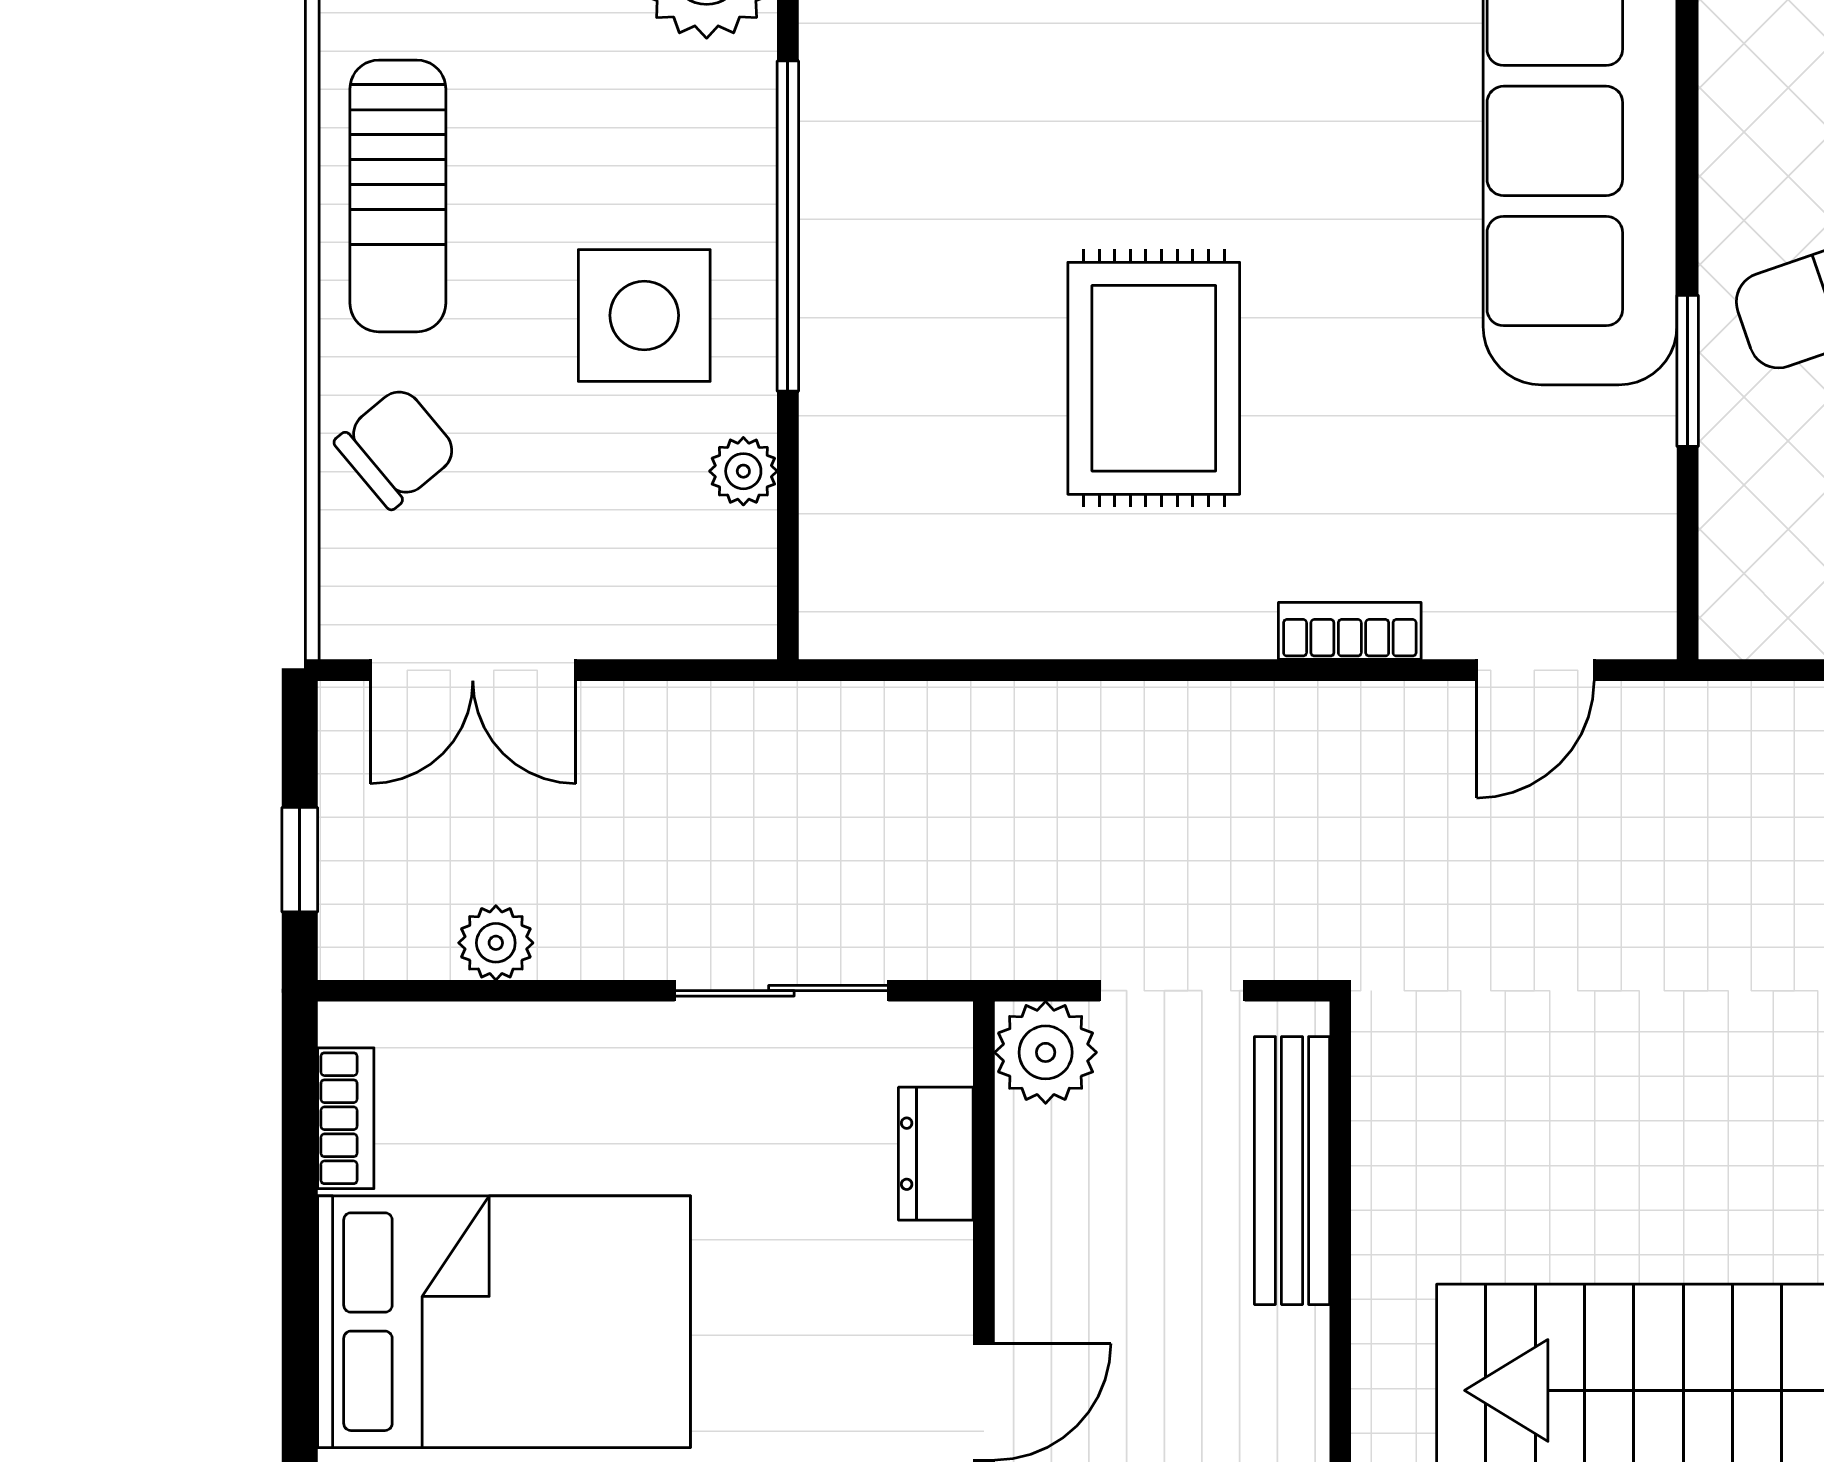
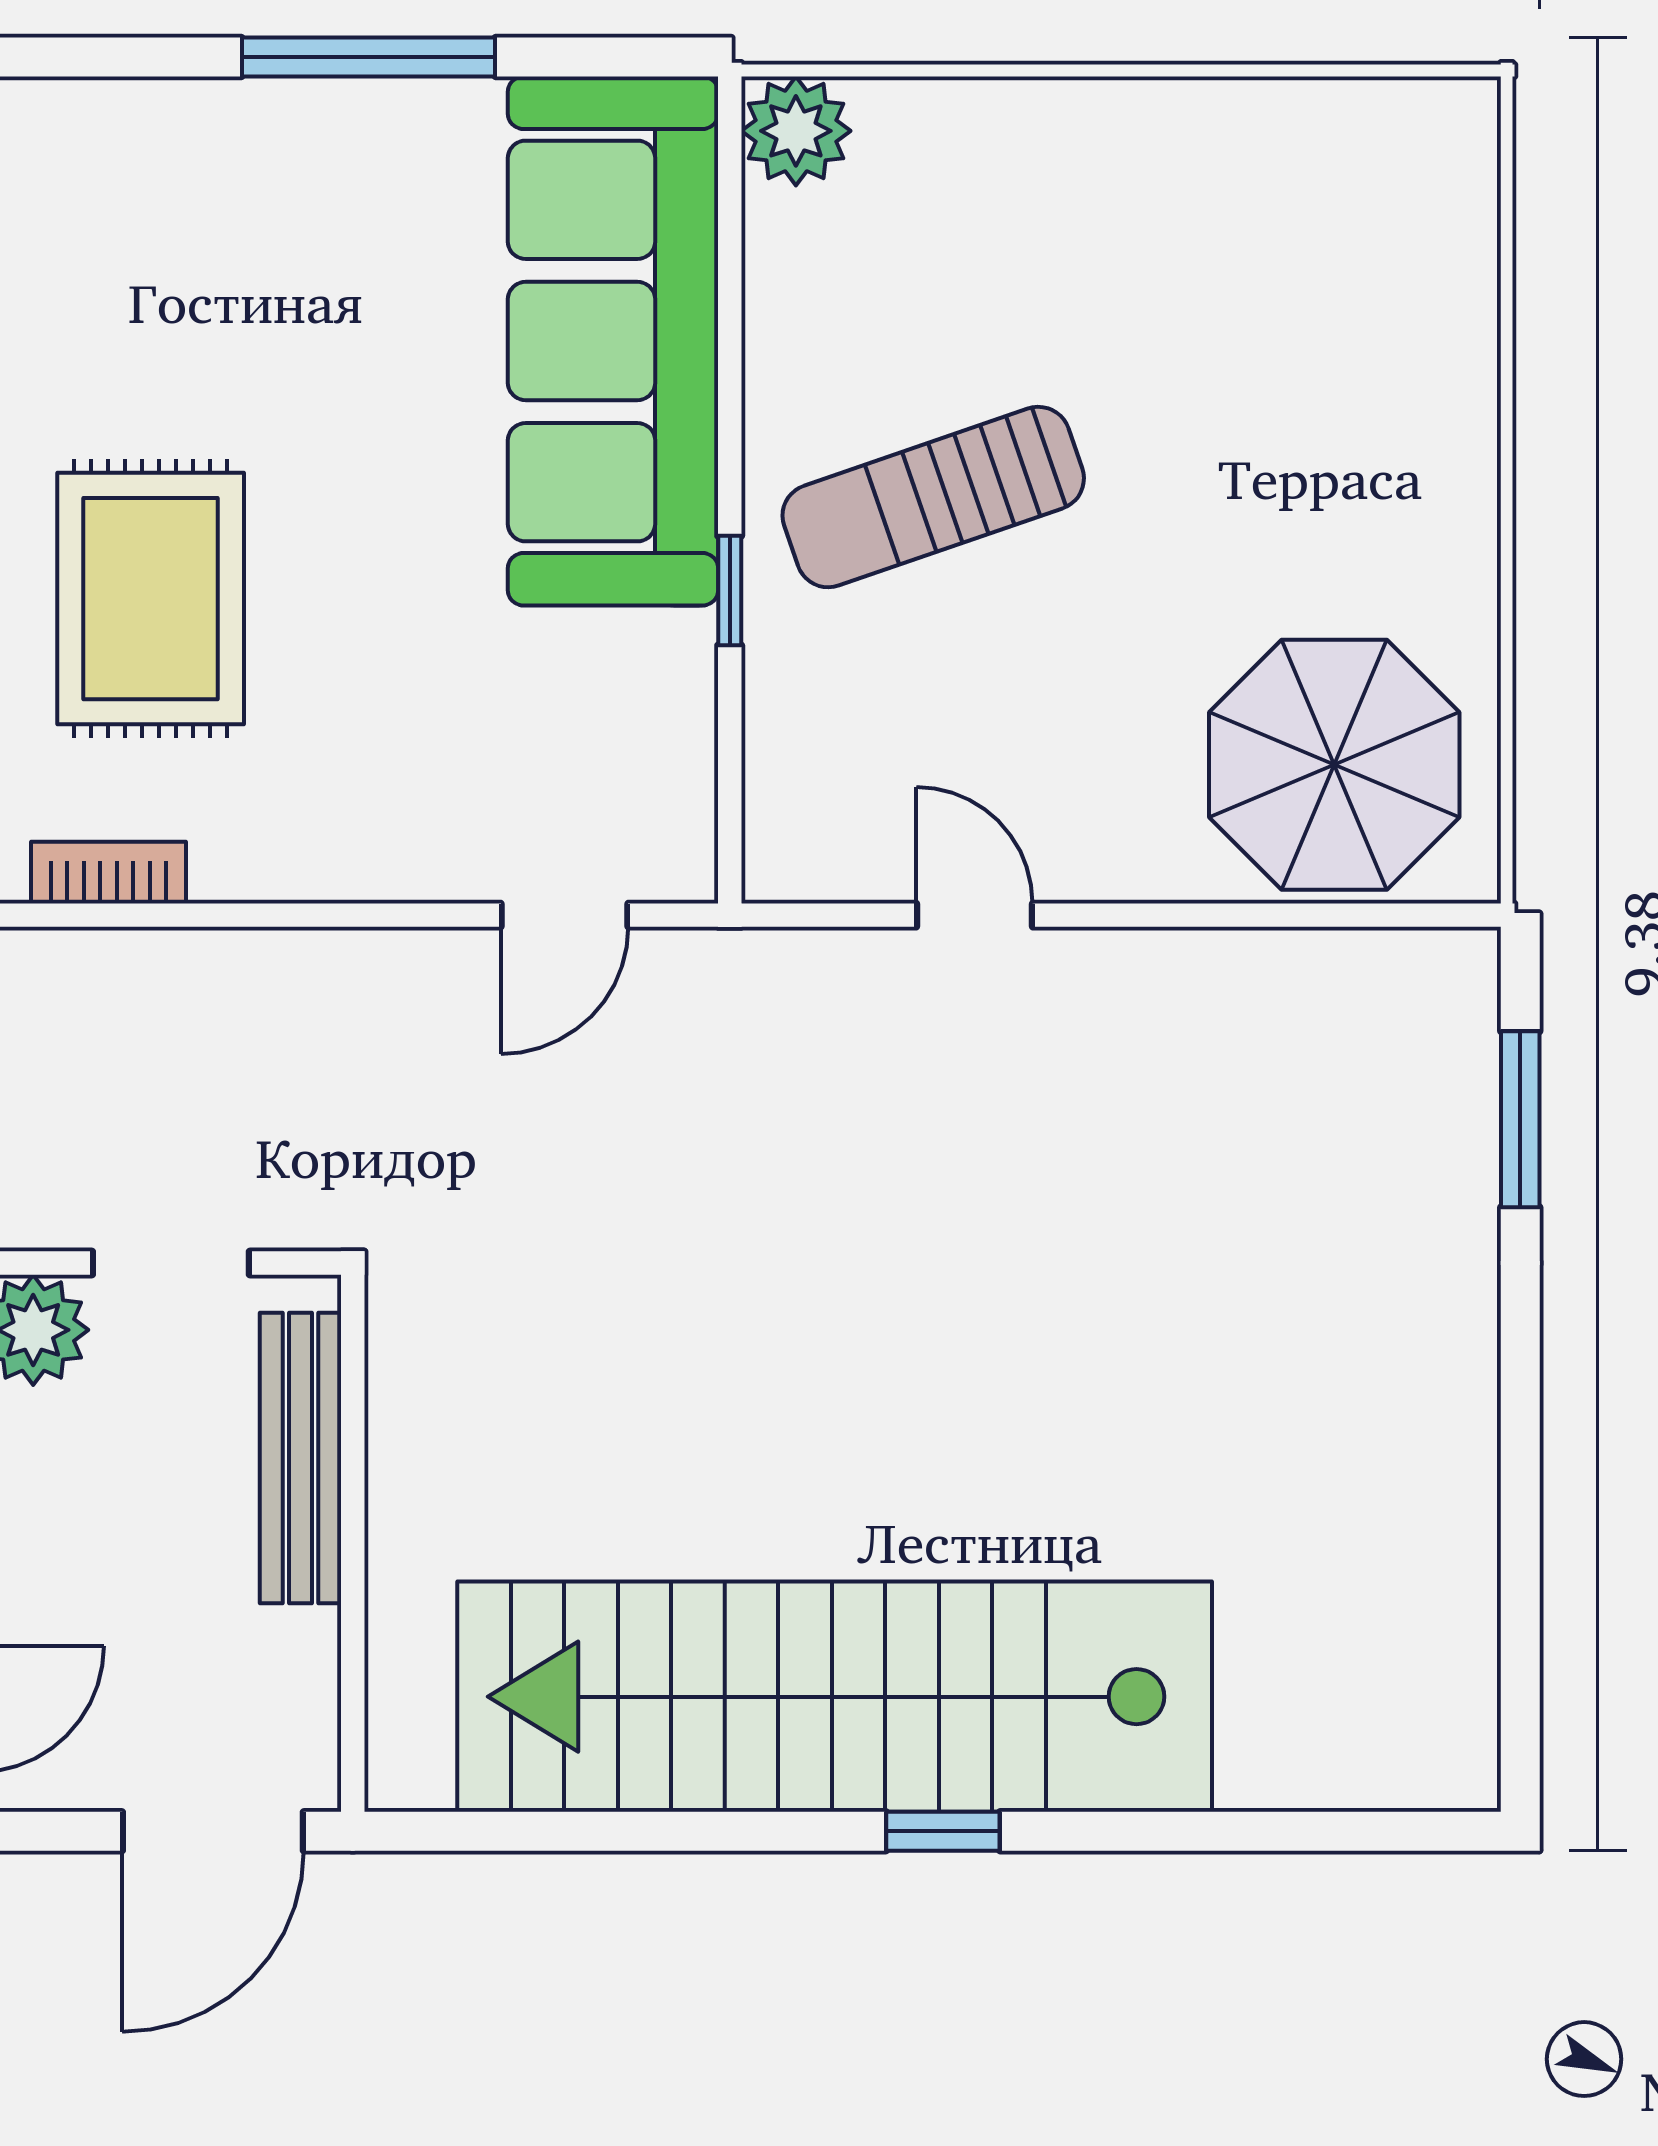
window: (1688, 371) -> (730, 591), width x0.67
bookcase: (1350, 631) -> (108, 873), moved

